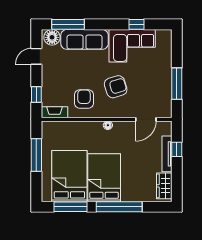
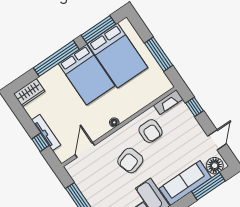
wardrobe: (164, 186) -> (29, 93), moved, turned 90

